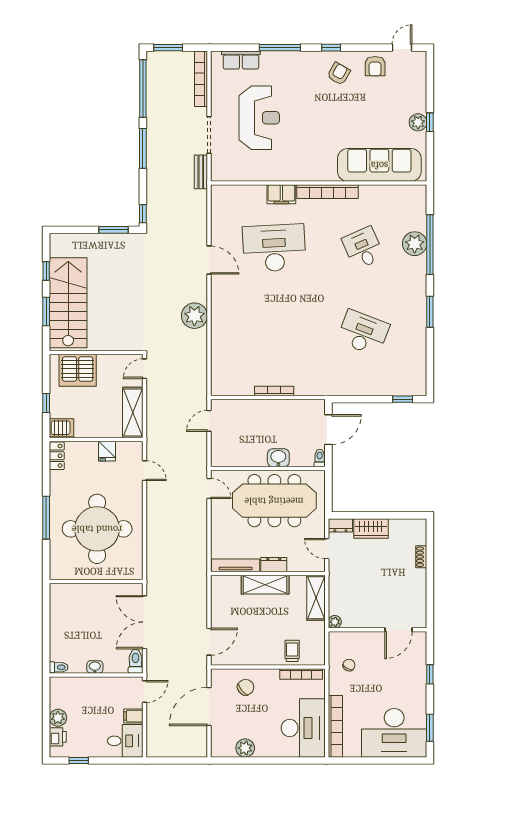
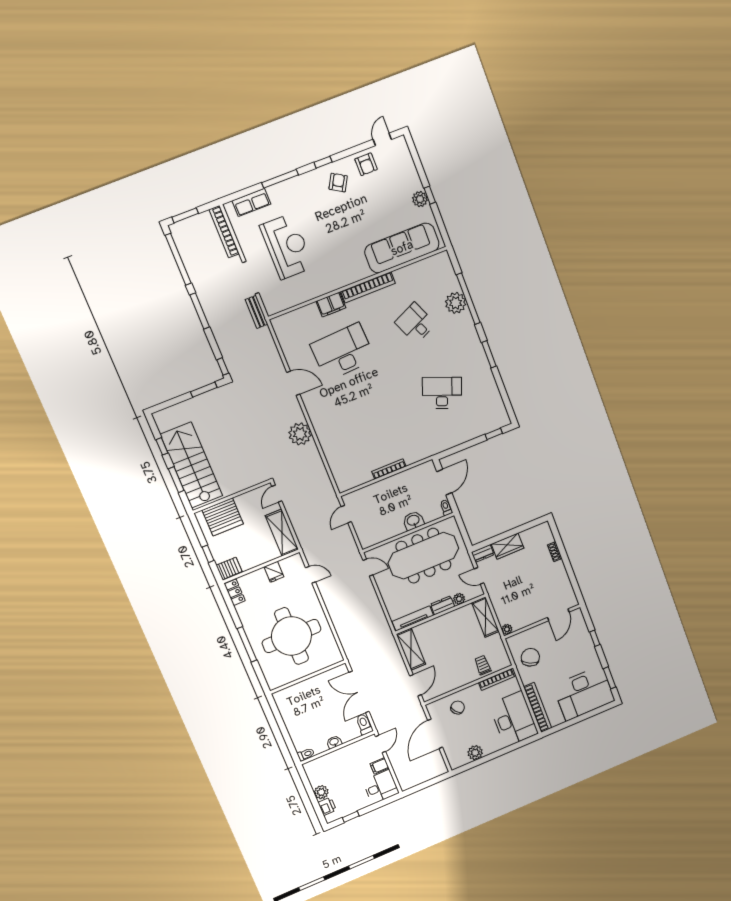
plant: (295, 565) -> (459, 599), added
shelving: (265, 585) -> (411, 649), moved, turned 90
chair: (349, 665) -> (530, 657), width x1.87, depth x1.87

